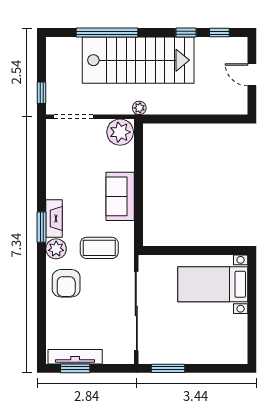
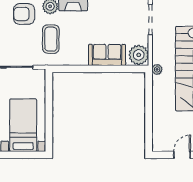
sofa: (120, 196) -> (107, 55), moved

